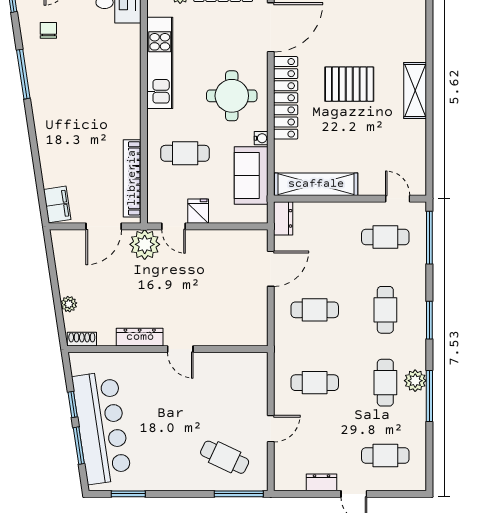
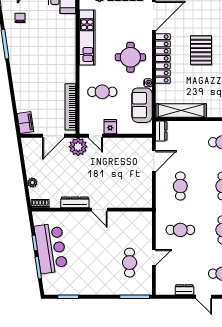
pallet: (349, 84) -> (201, 50), turned 90
cafe table: (315, 310) -> (180, 186), turned 90
bar counter: (102, 428) -> (51, 248), width x0.73
cafe table: (225, 457) -> (130, 263), moved, turned 65

